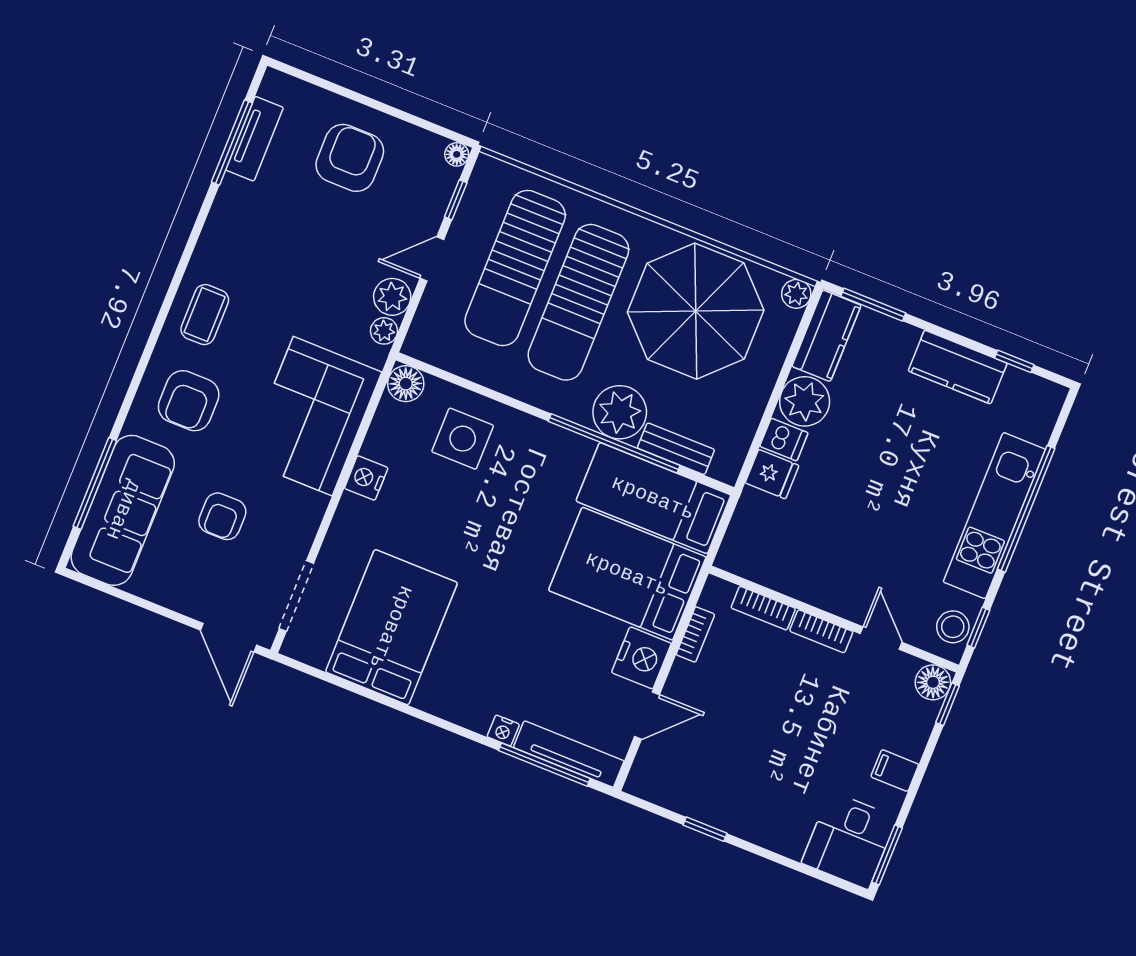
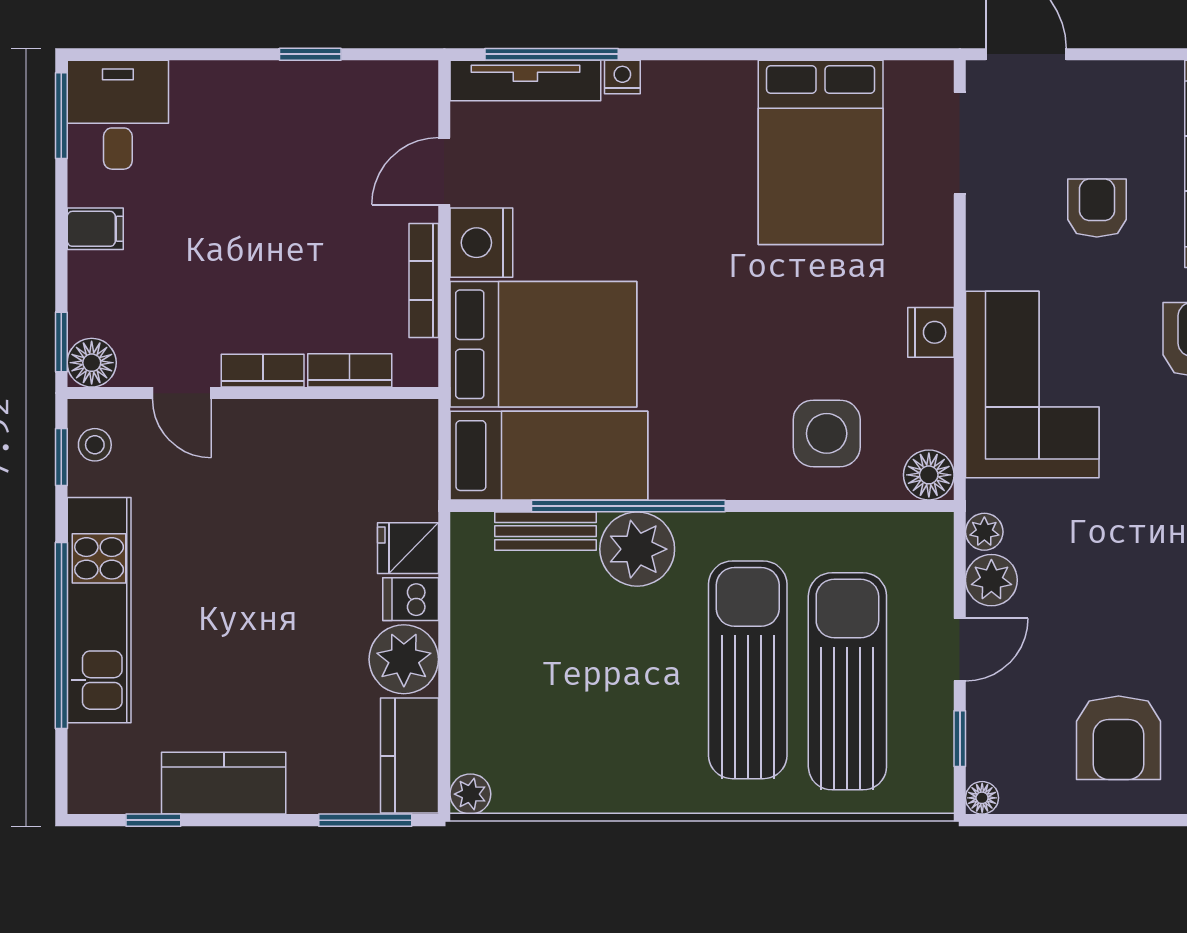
parasol: (696, 311) -> (592, 719), removed
stool: (953, 627) -> (95, 445), width x0.73, depth x0.73
bookcase: (695, 634) -> (424, 281), width x1.56

